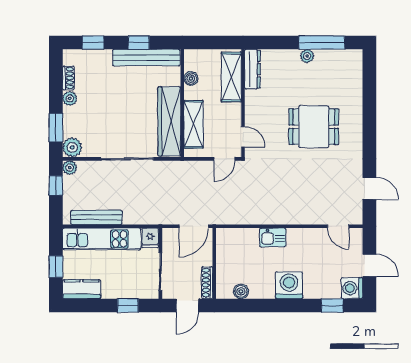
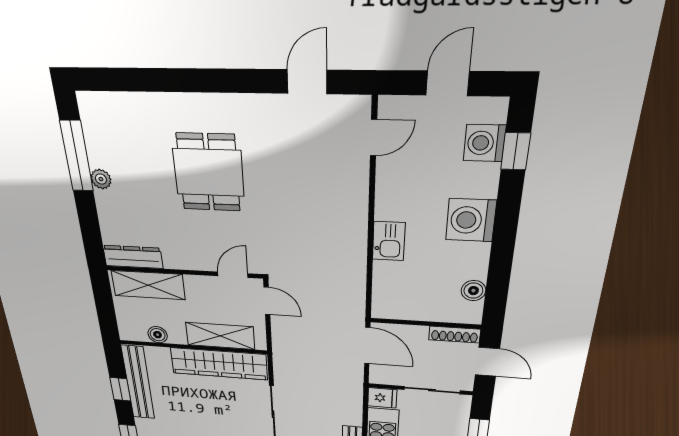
washing machine: (352, 288) -> (484, 143), moved, turned 90

